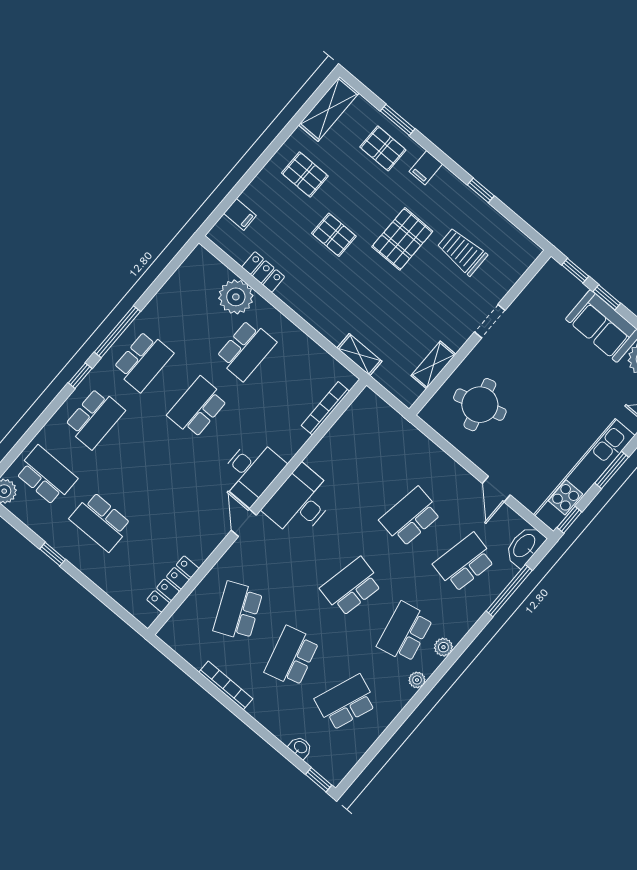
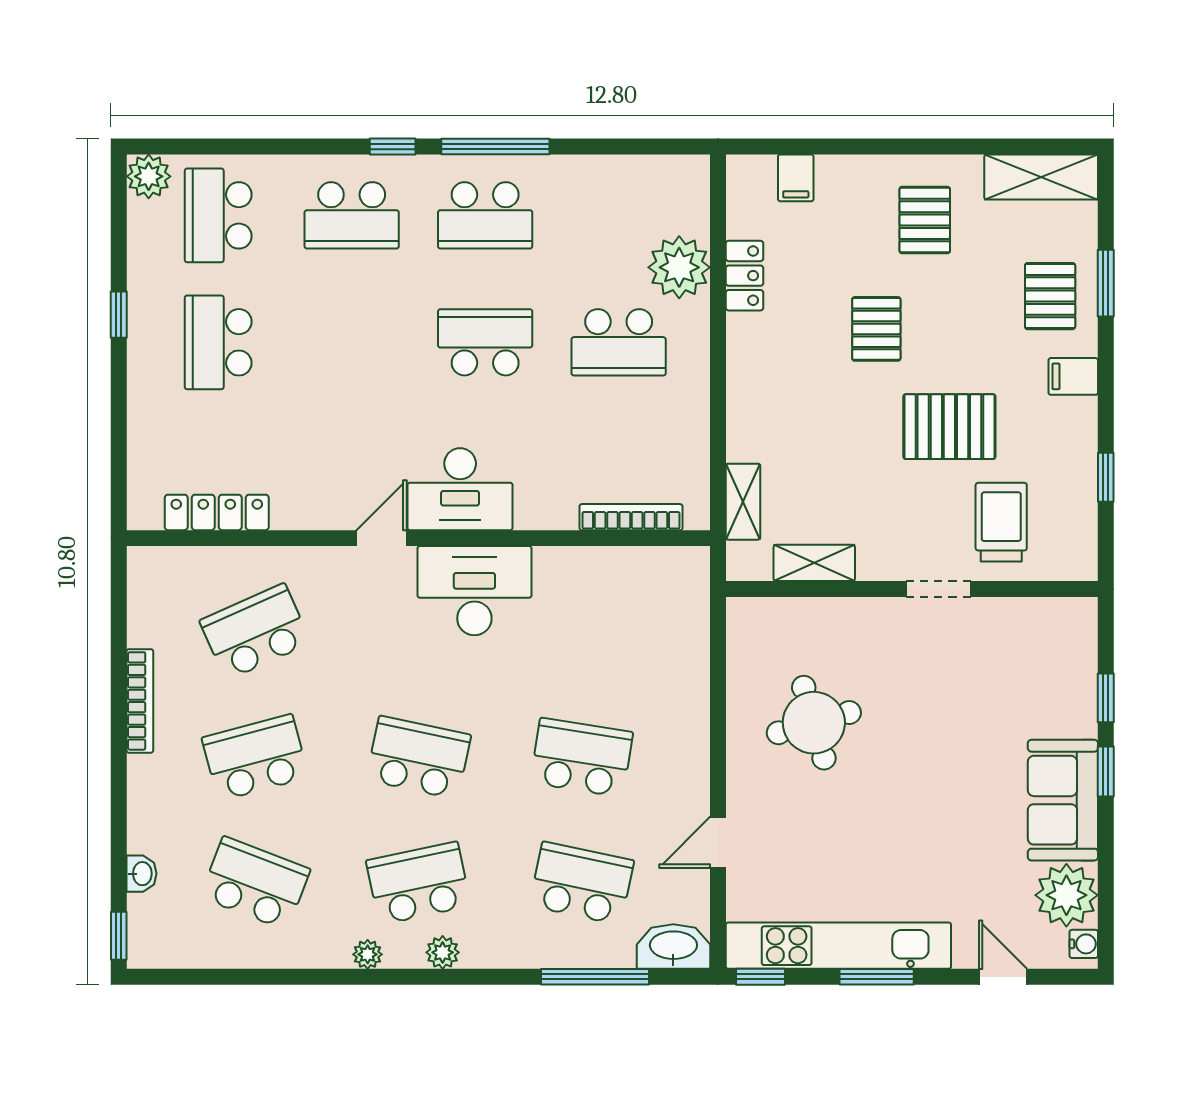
doorway: (490, 321) -> (939, 589), moved
wall: (480, 333) -> (912, 589), moved
shelving: (433, 365) -> (814, 563), moved
school desk: (46, 475) -> (218, 215), turned 180

